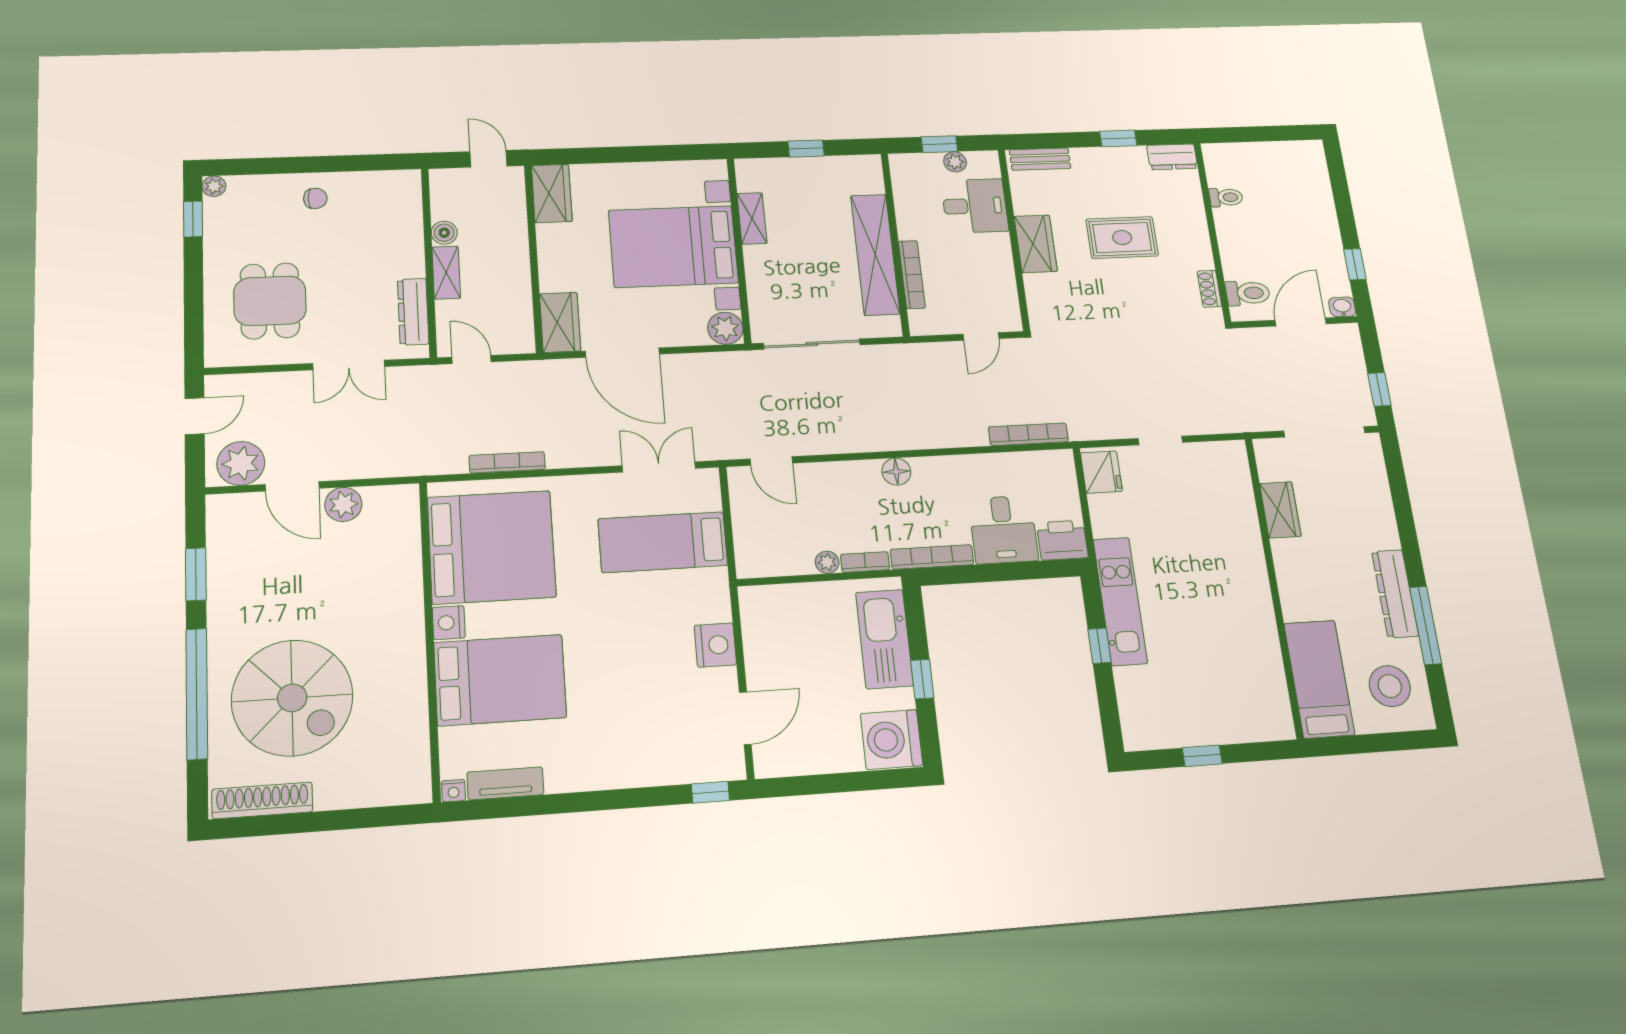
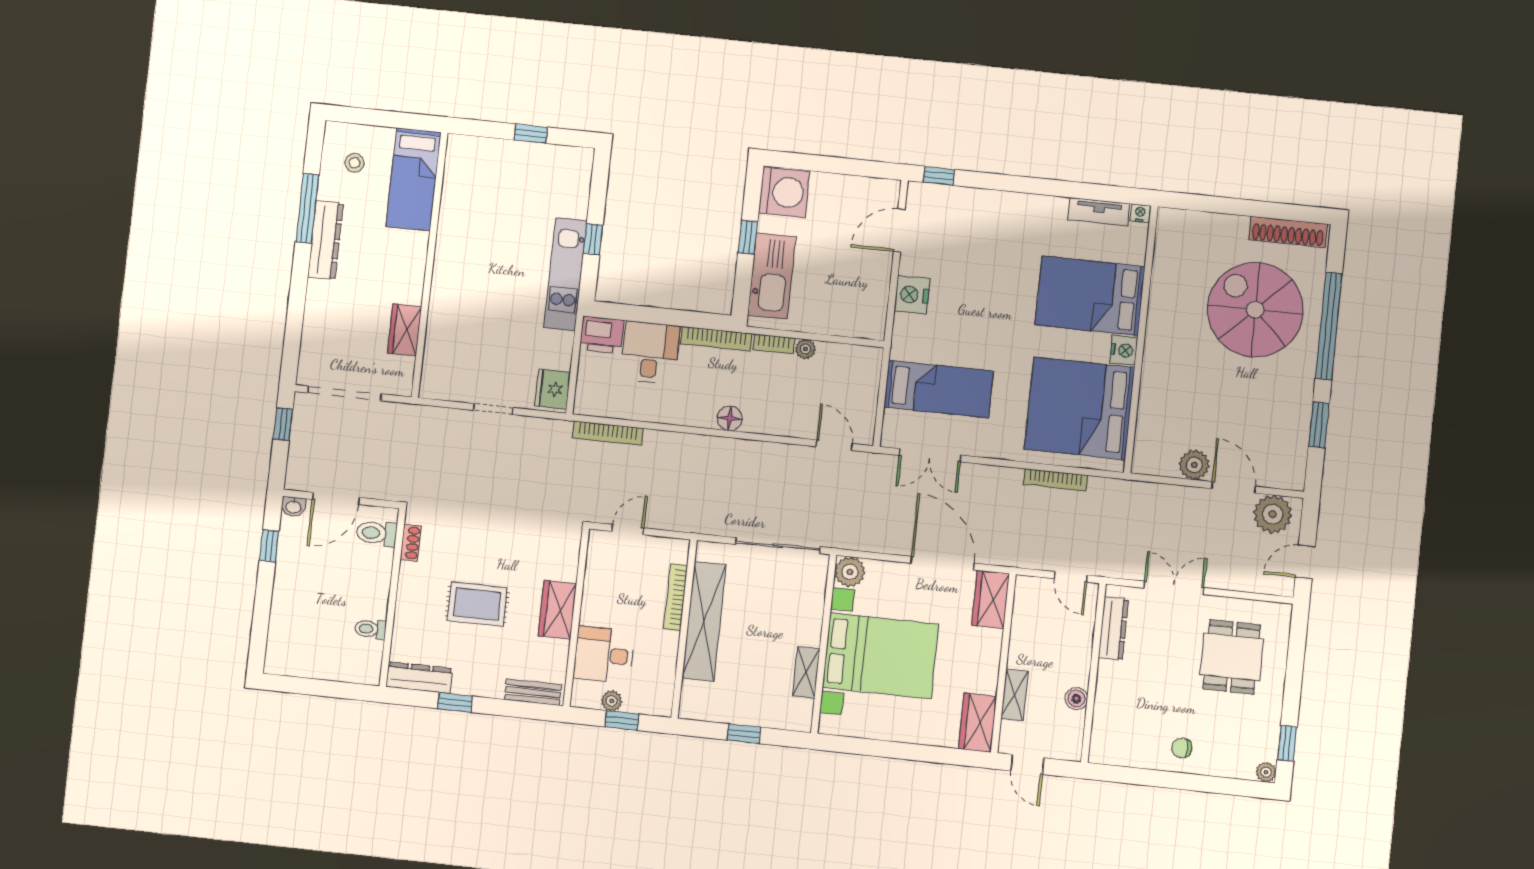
dresser: (1172, 157) -> (419, 678), width x1.44
shelving: (446, 273) -> (1015, 695), moved
stool: (1390, 686) -> (354, 163), width x0.53, depth x0.53

